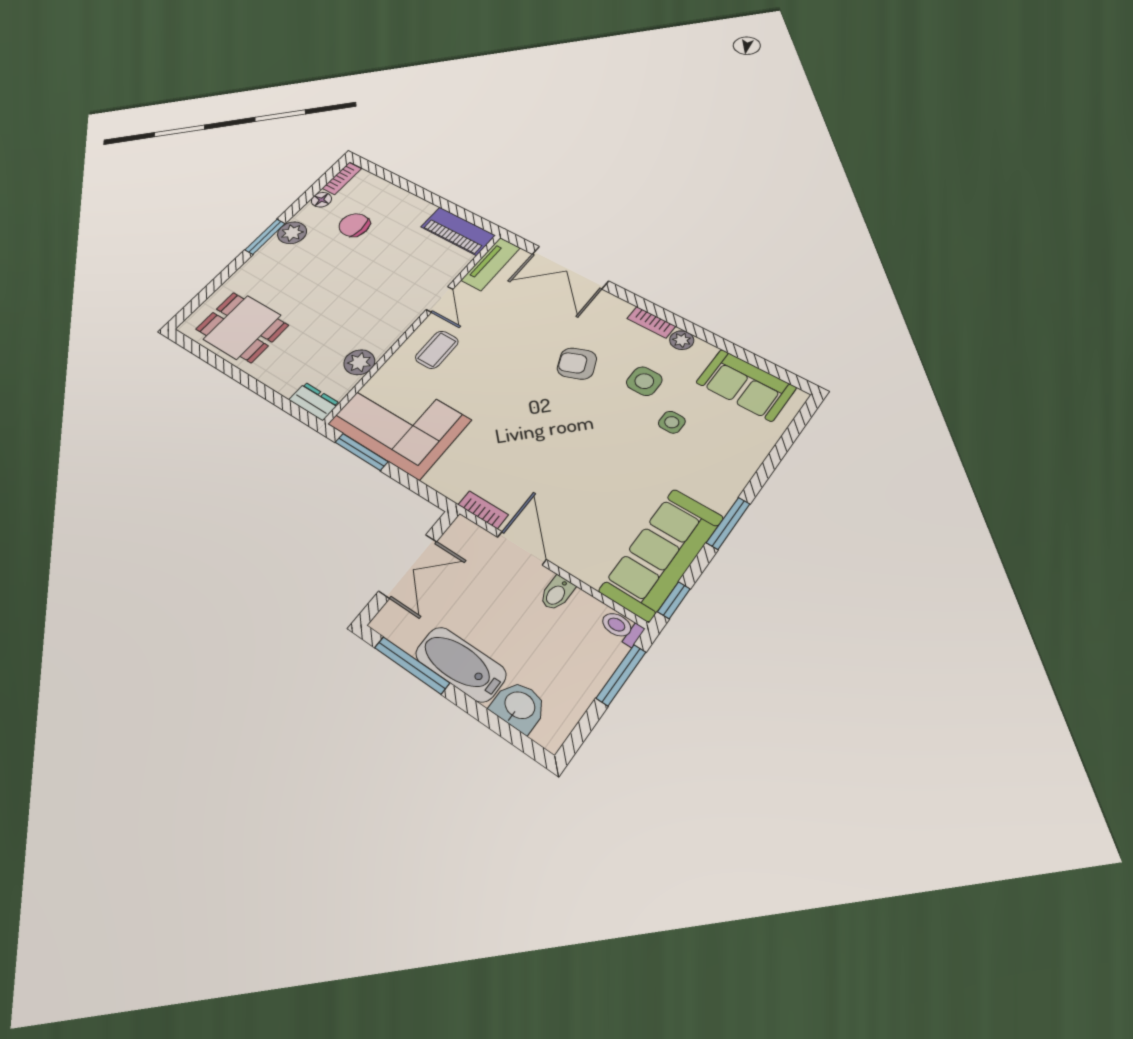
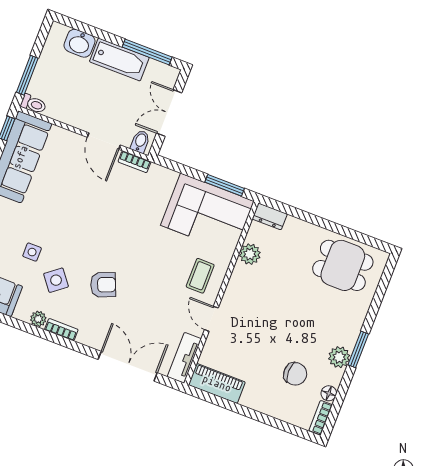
side table: (644, 381) -> (56, 280), turned -38
bidet: (557, 593) -> (140, 142), moved

